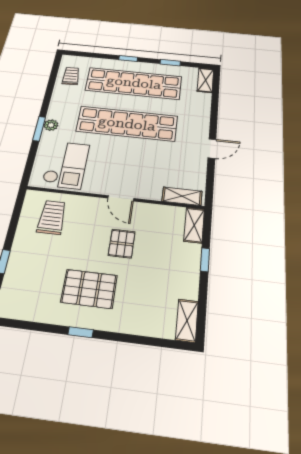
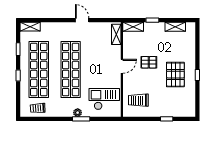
shelving: (187, 321) -> (175, 27), moved

